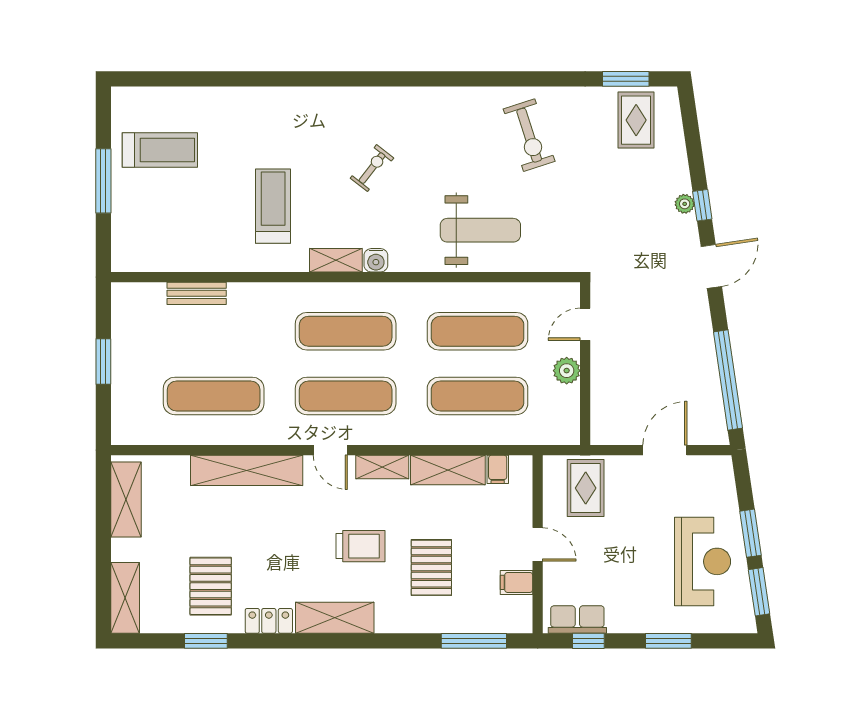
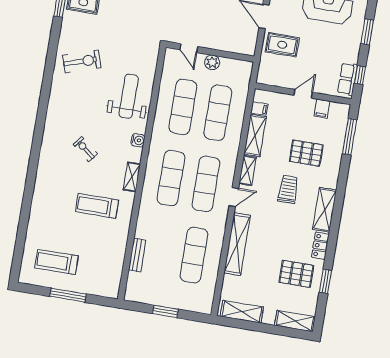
treadmill: (160, 150) -> (56, 262), turned -90
water cooler: (376, 260) -> (138, 140), moved
rug: (586, 488) -> (282, 45), moved

